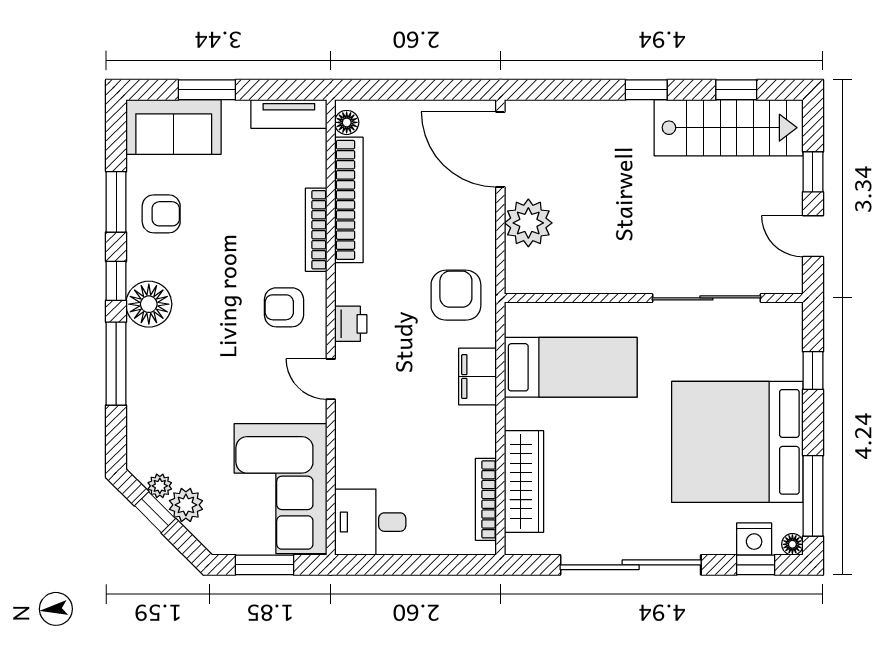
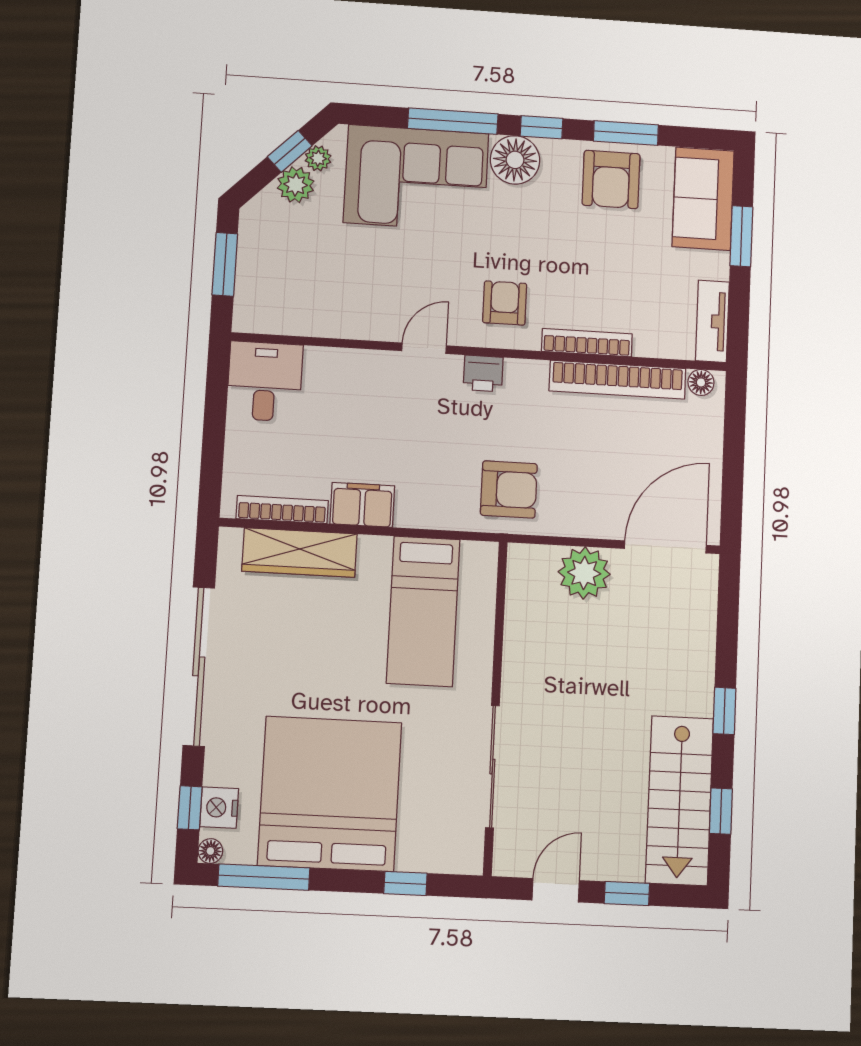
armchair: (161, 214) -> (611, 179), width x1.38, depth x1.38
filing cabinet: (478, 377) -> (362, 505), moved
corner sofa: (280, 489) -> (416, 178), moved, turned 180

